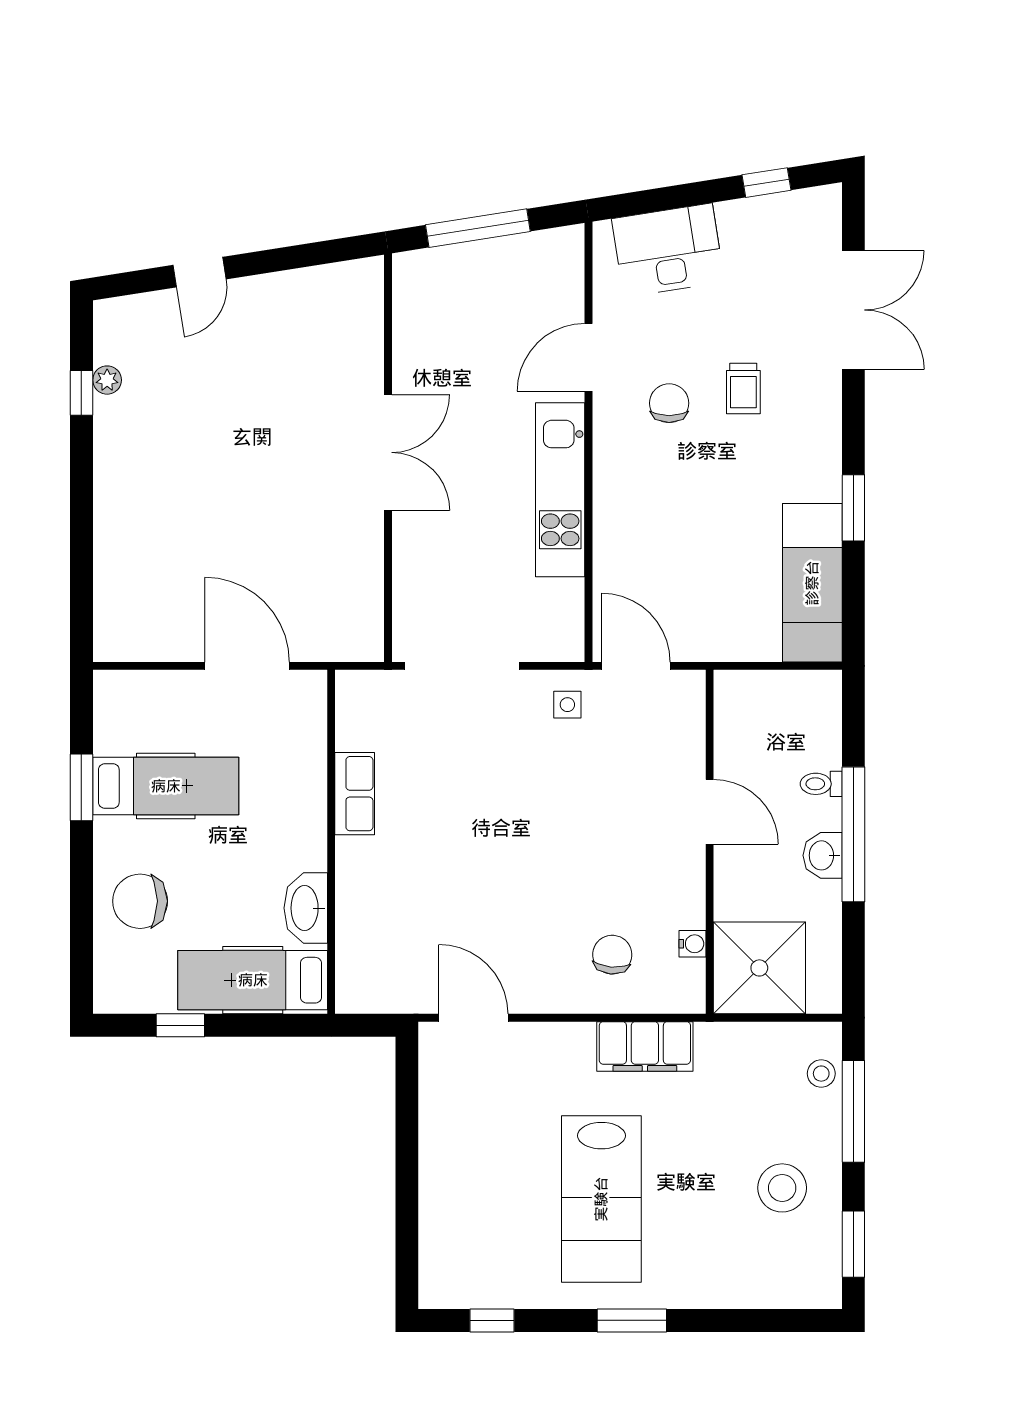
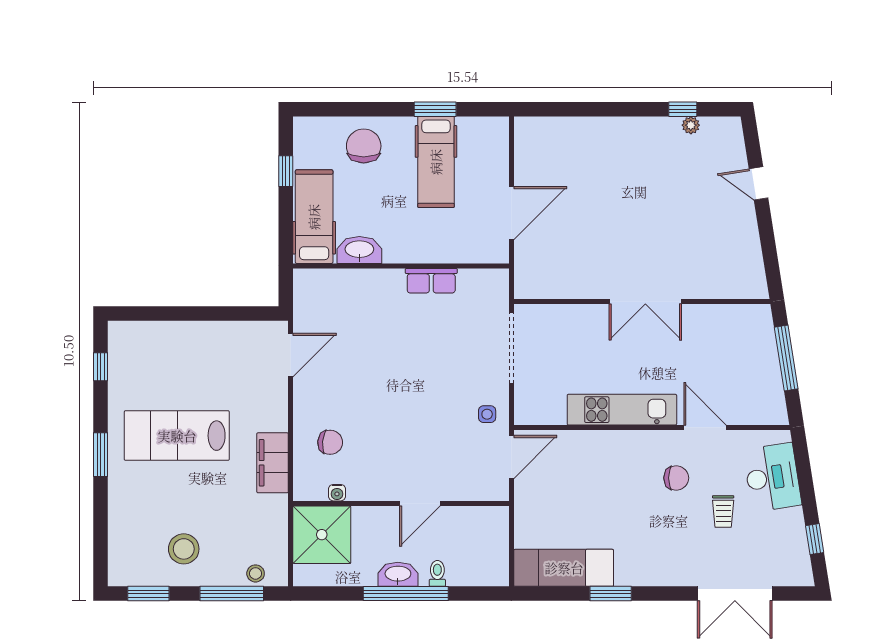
trolley: (743, 389) -> (723, 511), moved, turned -90
washbasin: (823, 855) -> (398, 574), width x1.38

